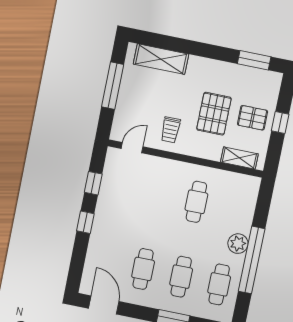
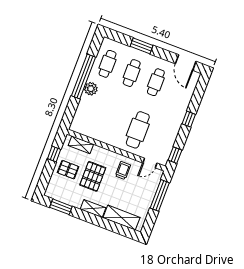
shelving: (206, 66) -> (93, 209), added
window: (113, 86) -> (160, 195), moved
window: (280, 123) -> (54, 154), moved
window: (93, 183) -> (175, 155), moved
cafe table: (196, 202) -> (138, 130), moved, width x1.37, depth x1.35

